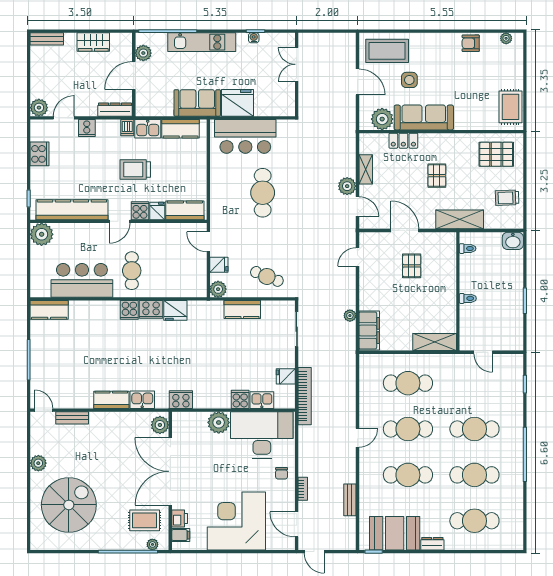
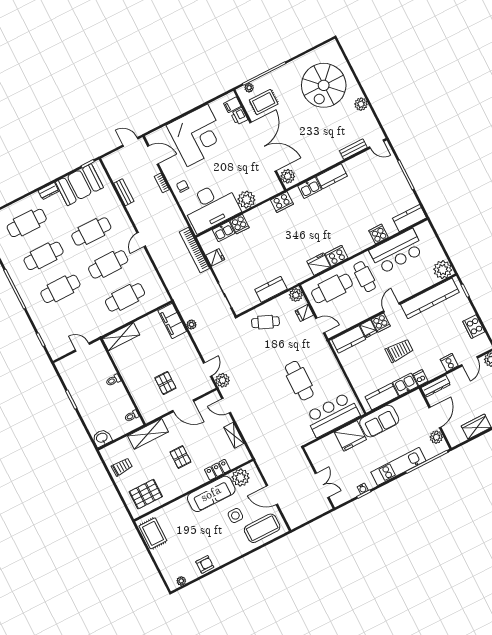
plant: (347, 186) -> (223, 380), moved
cafe table: (174, 276) -> (332, 288), added
cooker: (129, 310) -> (379, 234), moved

